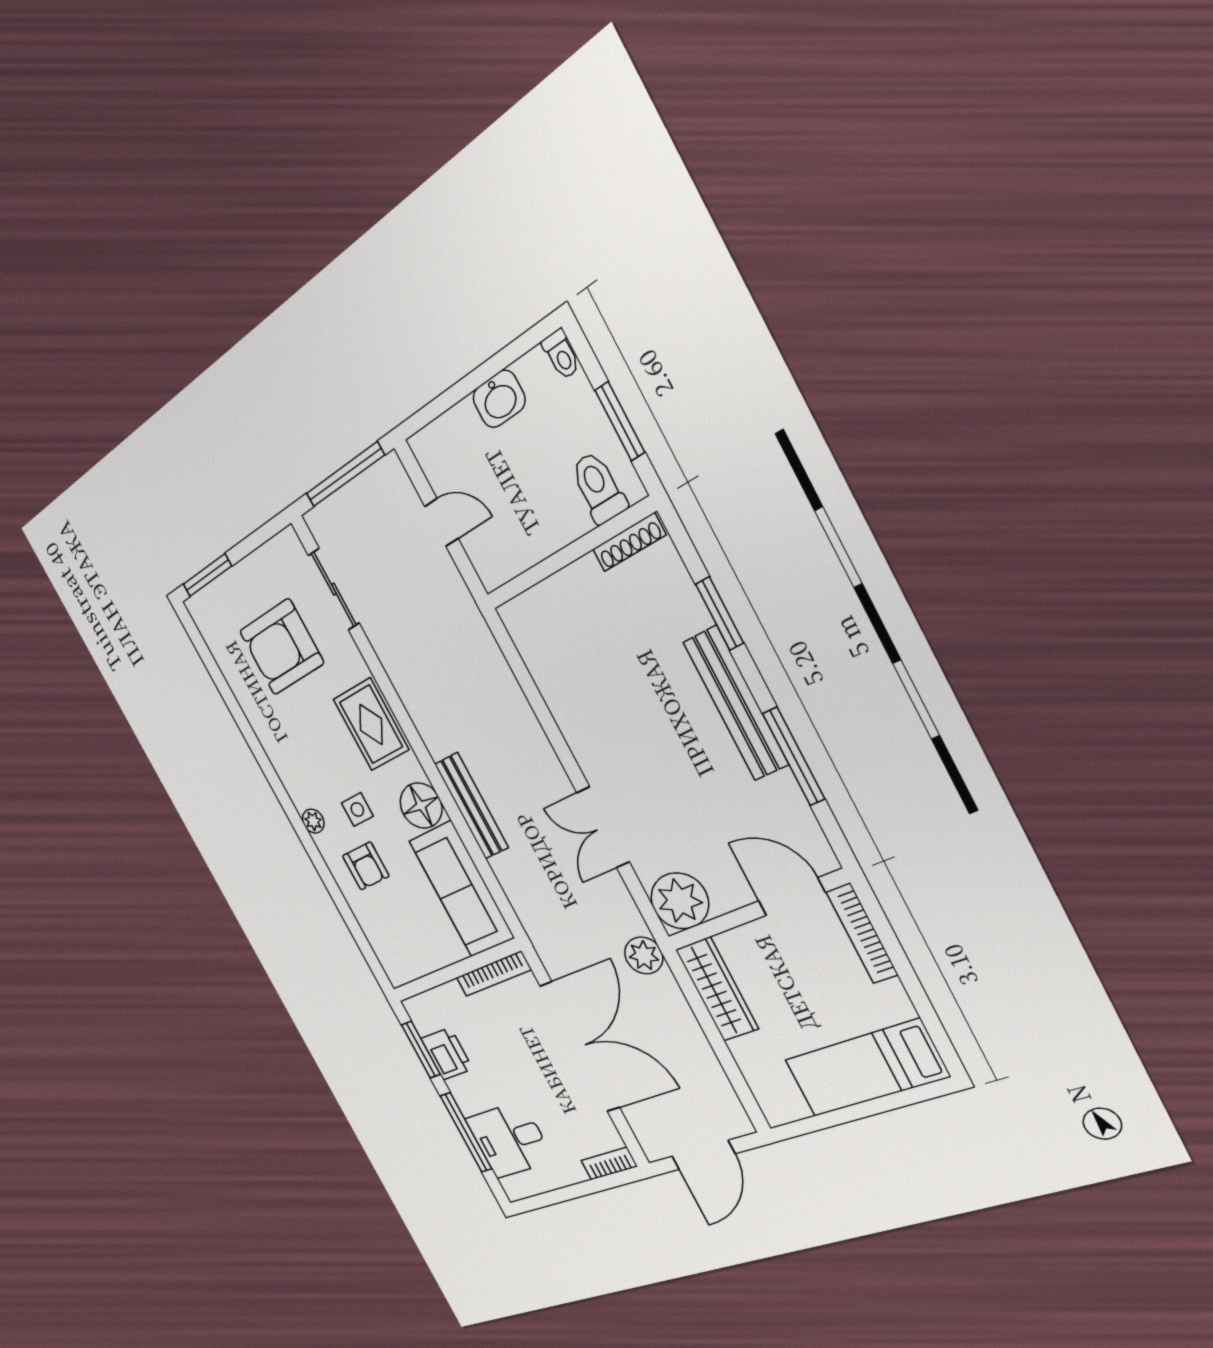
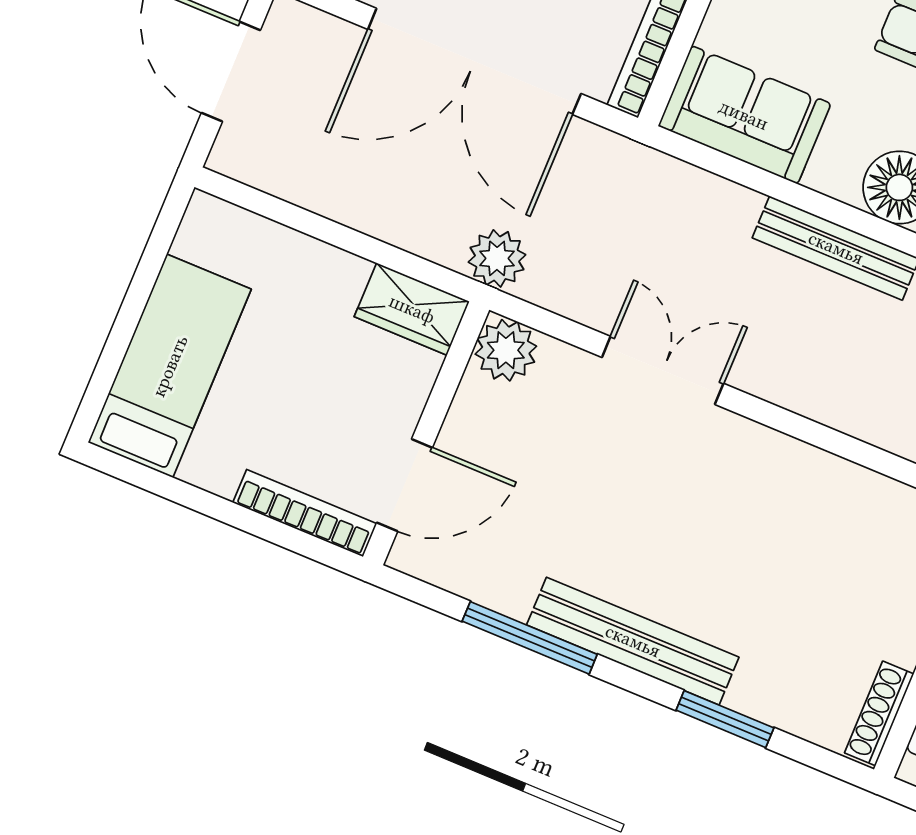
sofa: (462, 889) -> (744, 115), width x0.73
plant: (680, 901) -> (506, 350), width x0.73, depth x0.73
wardrobe: (717, 989) -> (412, 309), width x0.67

